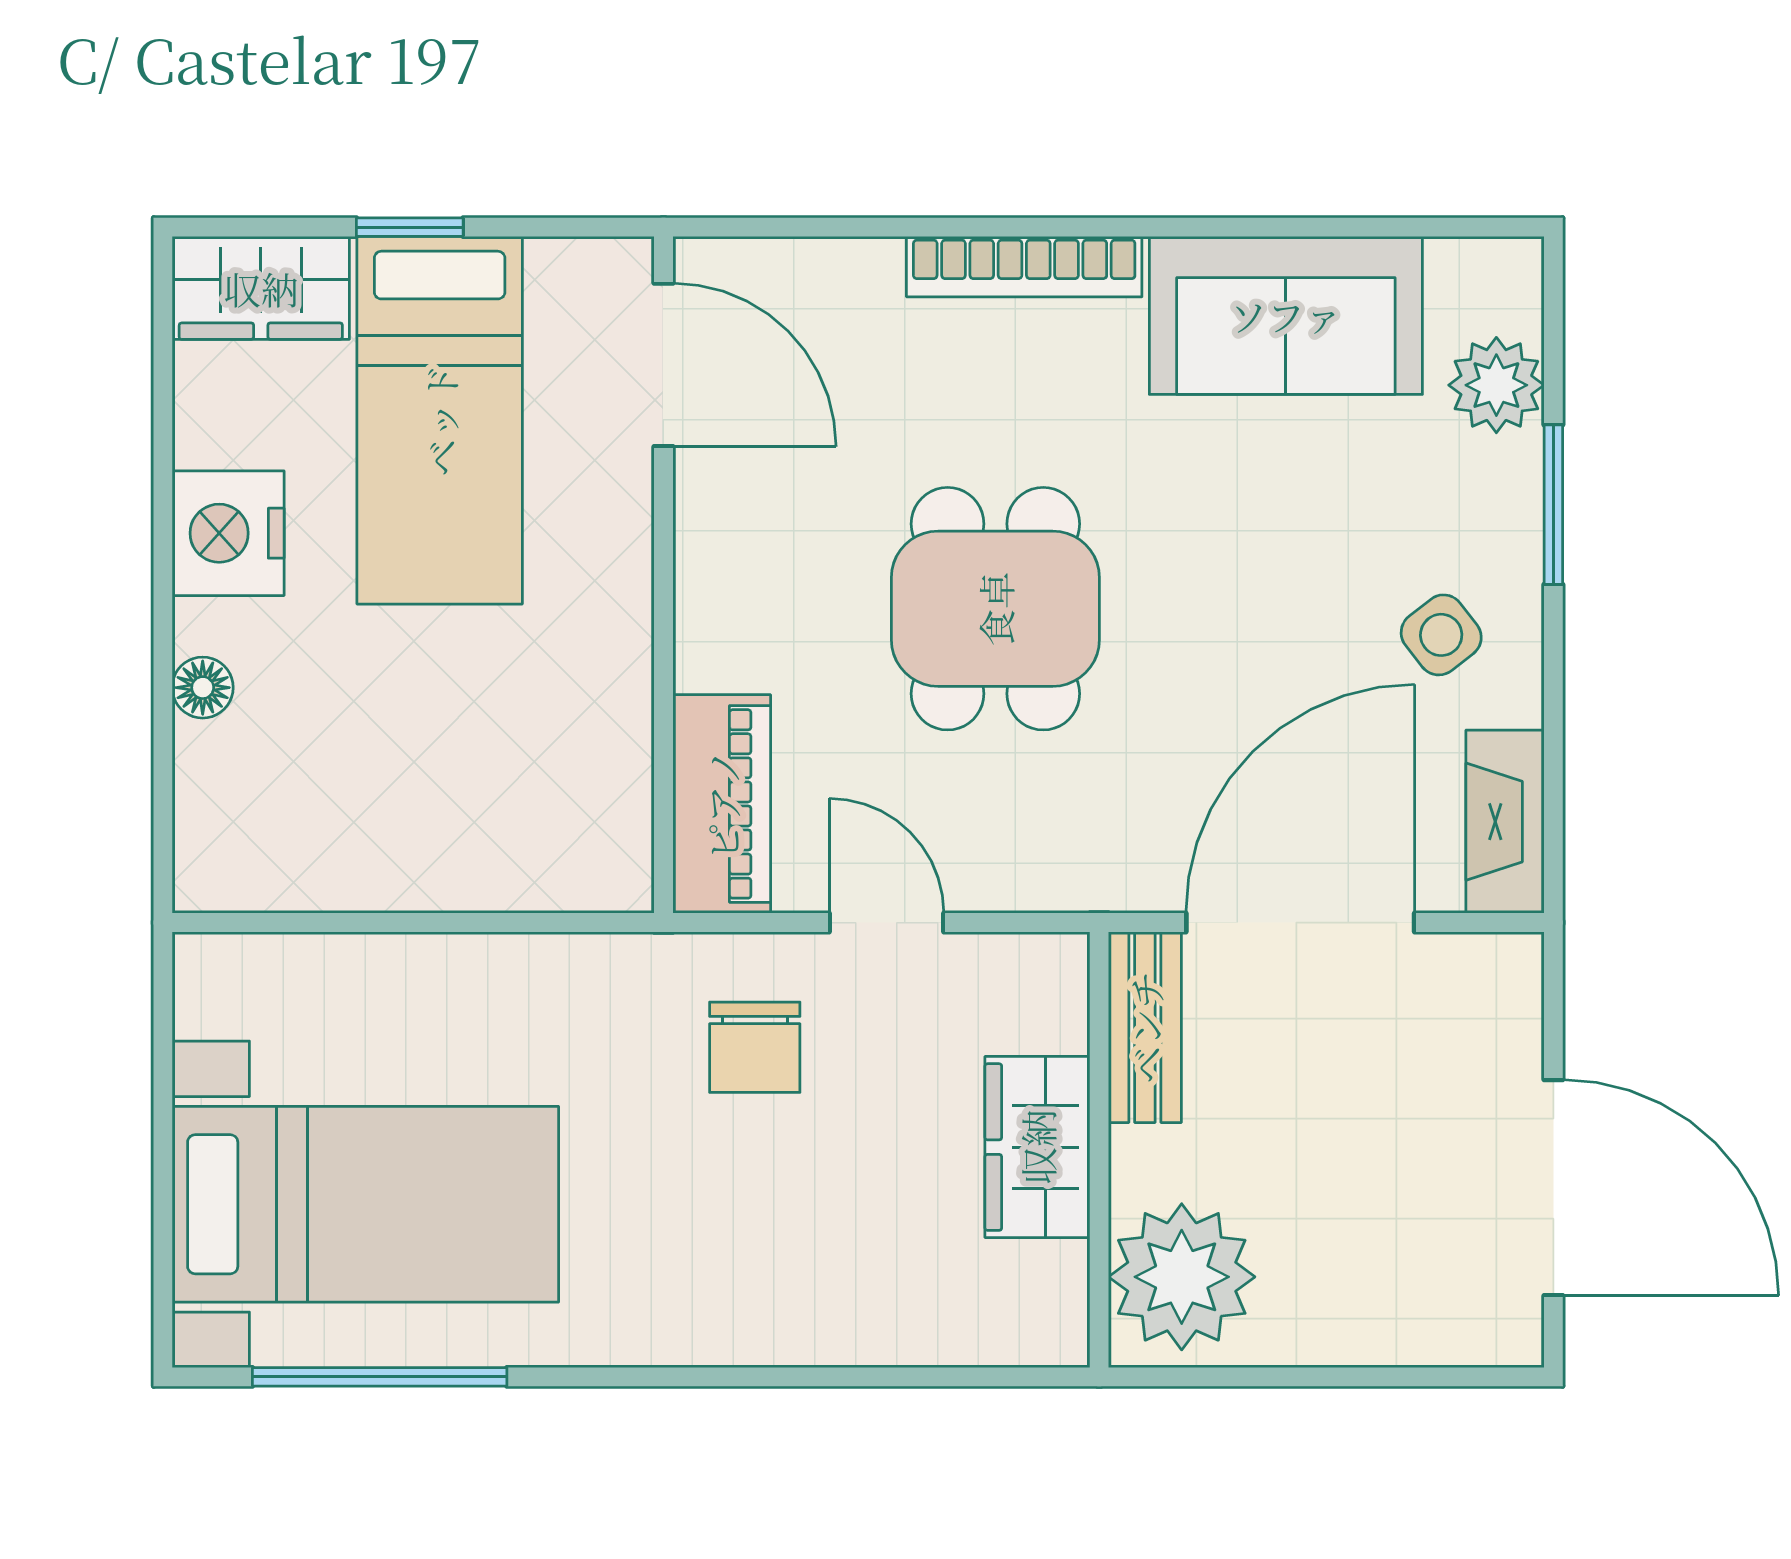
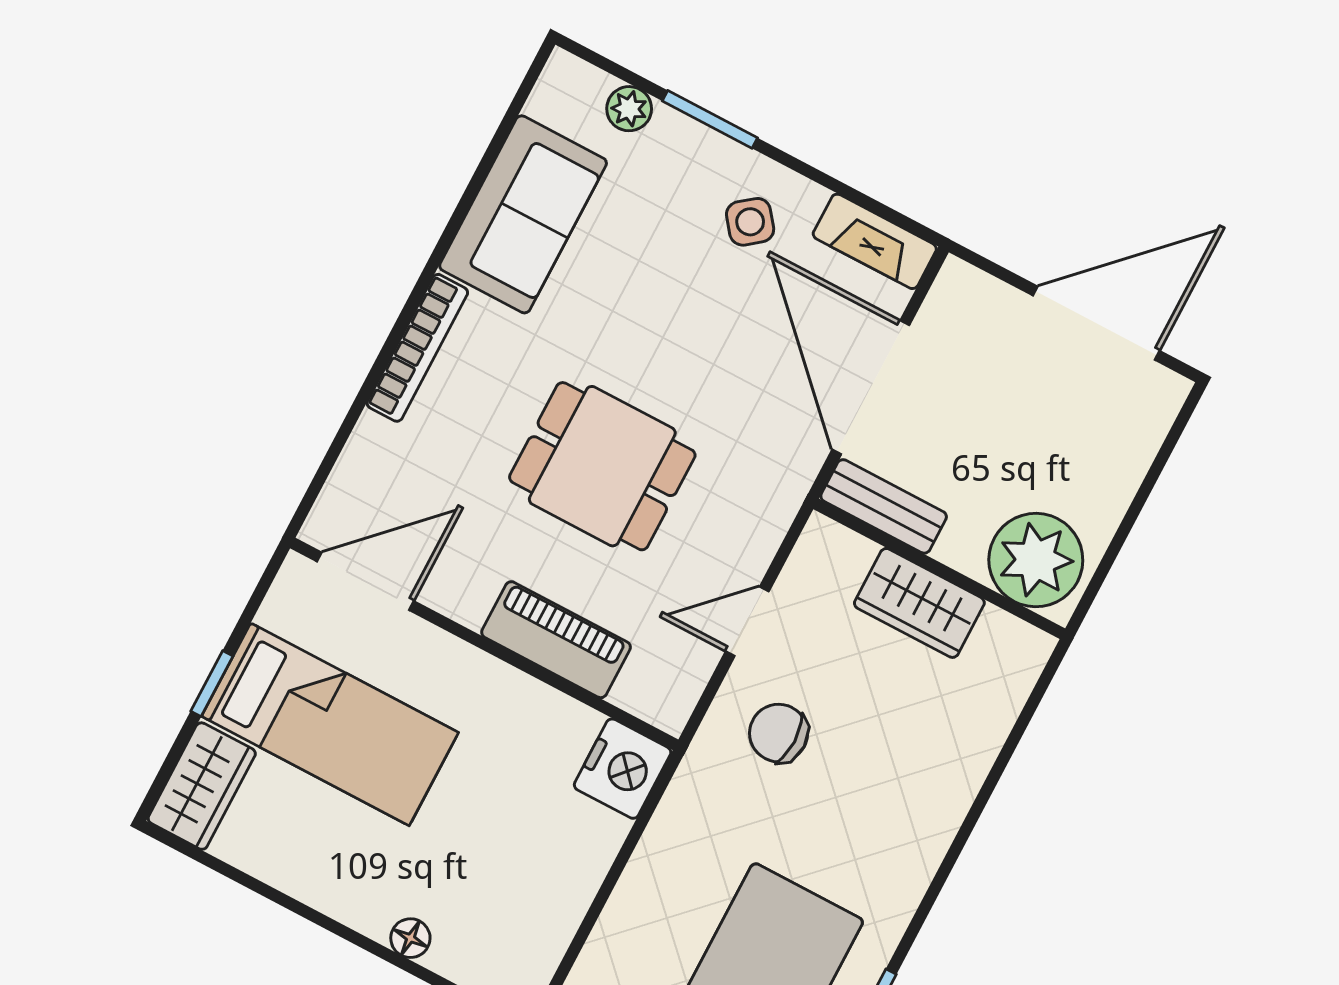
plant: (1496, 385) -> (629, 109), width x0.73, depth x0.73
nightstand: (228, 533) -> (623, 769), moved, turned -90
piano: (722, 804) -> (556, 640), moved
chair: (755, 1047) -> (779, 733), turned 180

